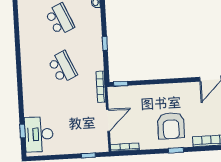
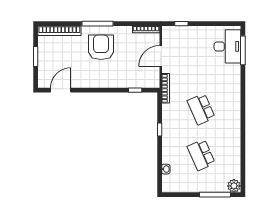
window: (121, 84) -> (135, 90), moved
window: (23, 131) -> (243, 50), width x2.17
window: (176, 150) -> (98, 24), width x2.17

